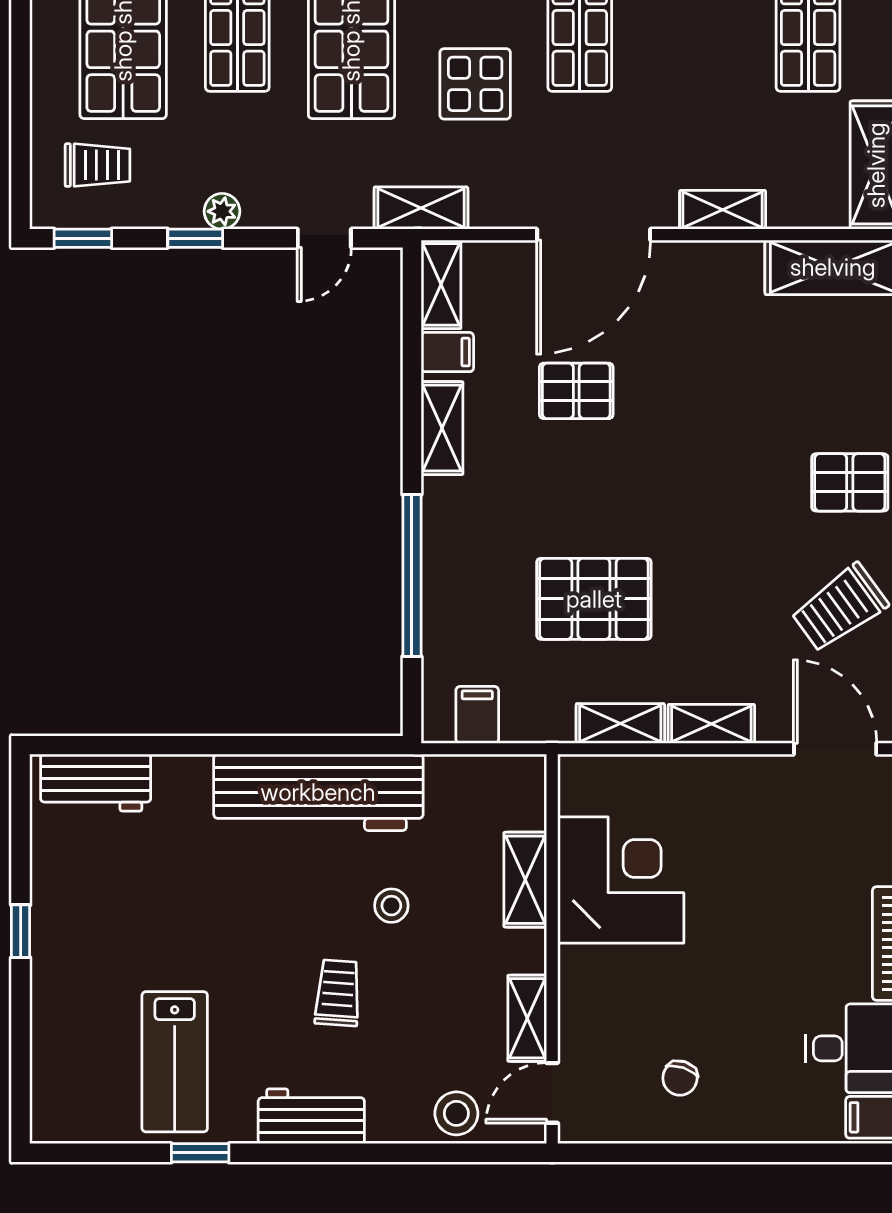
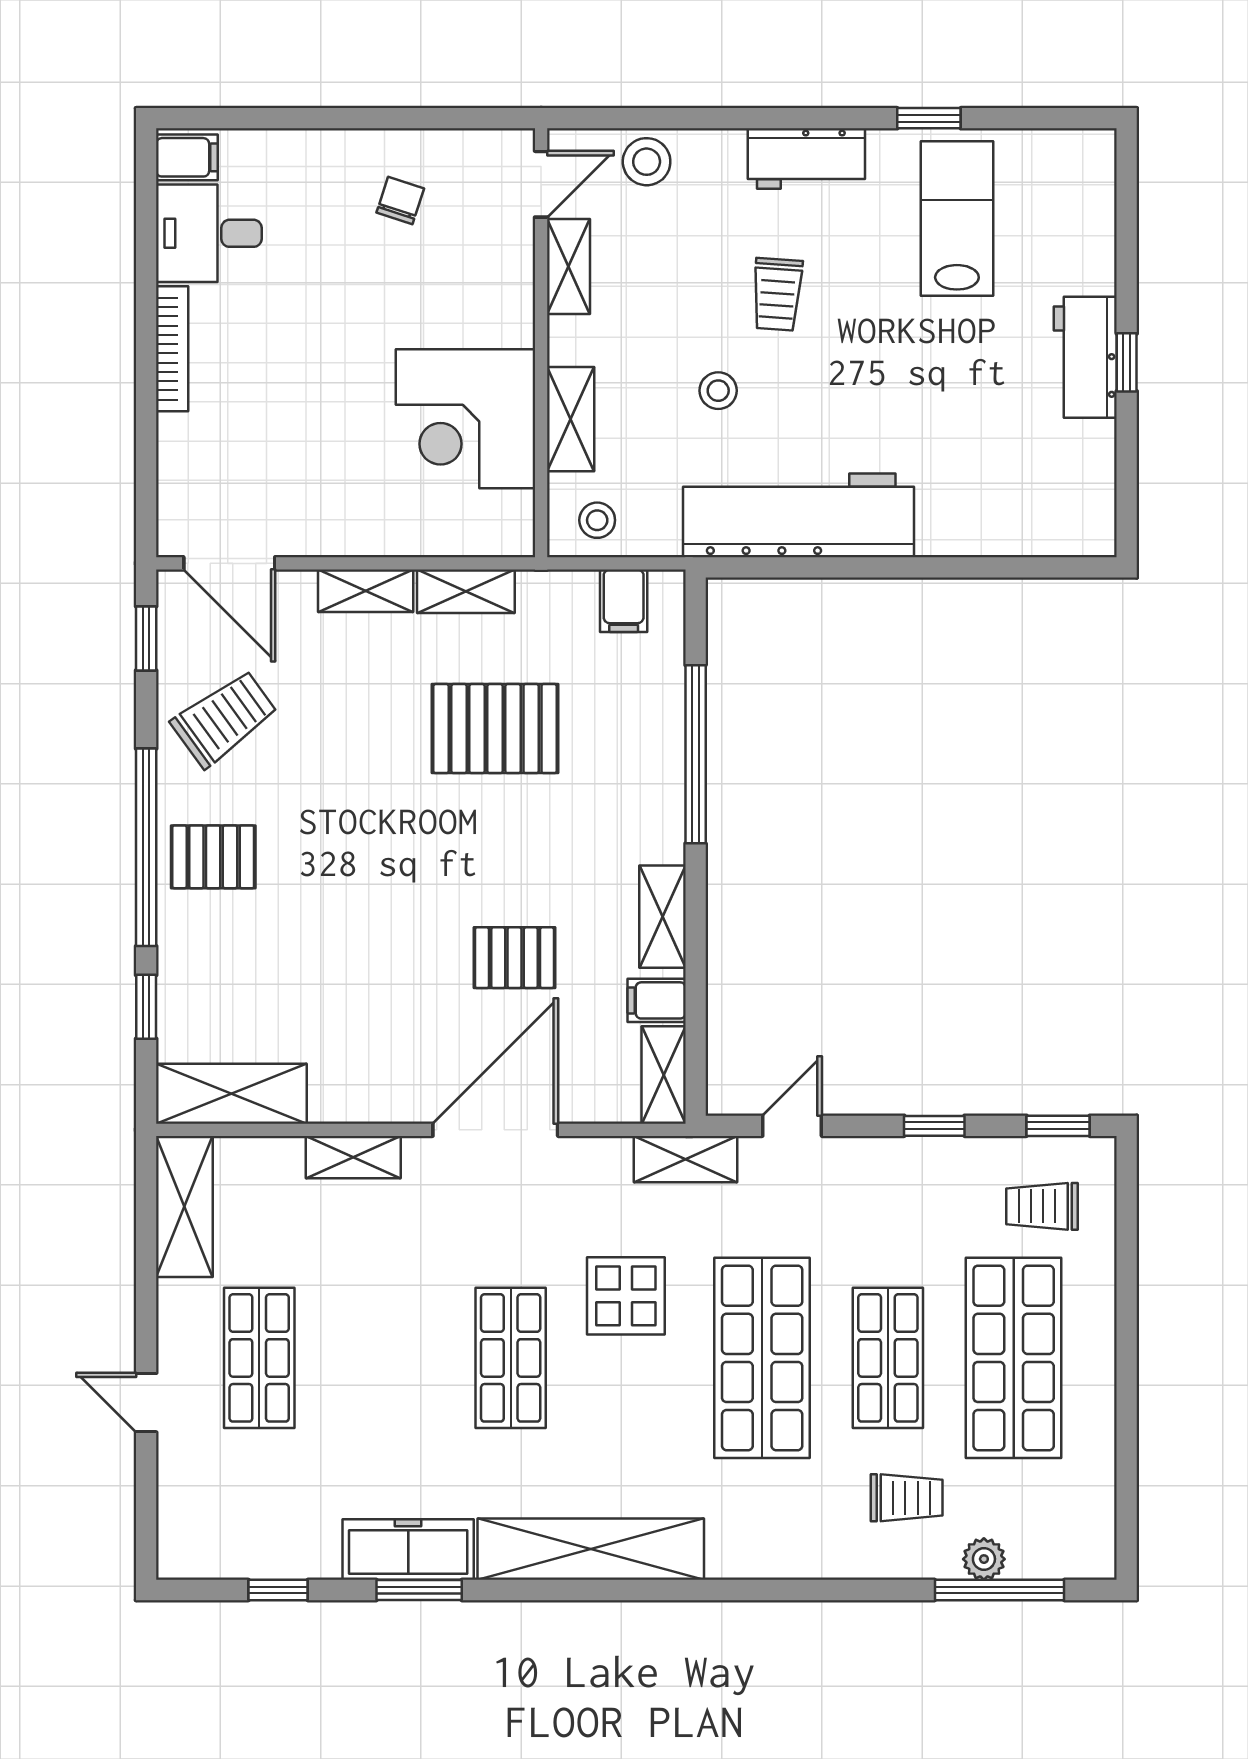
plant: (222, 211) -> (905, 1155), removed
workbench: (96, 783) -> (1085, 357), moved, turned -90
stool: (501, 788) -> (597, 520), added

